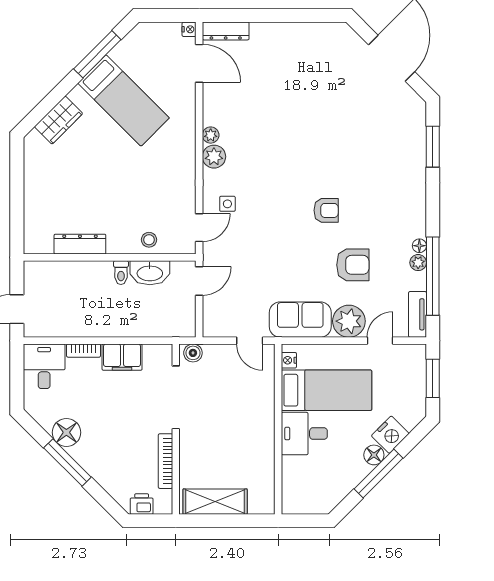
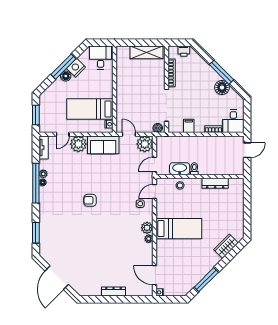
dresser: (226, 31) -> (114, 292), moved
bed: (124, 100) -> (179, 229), moved, turned 135
armchair: (353, 265) -> (76, 173), removed
window: (433, 276) -> (36, 183), moved
plant: (219, 321) -> (145, 144), added
filing cabinet: (122, 357) -> (189, 126), width x0.50
desk: (304, 434) -> (101, 57), moved, turned -90
nightstand: (390, 435) -> (76, 68), moved

